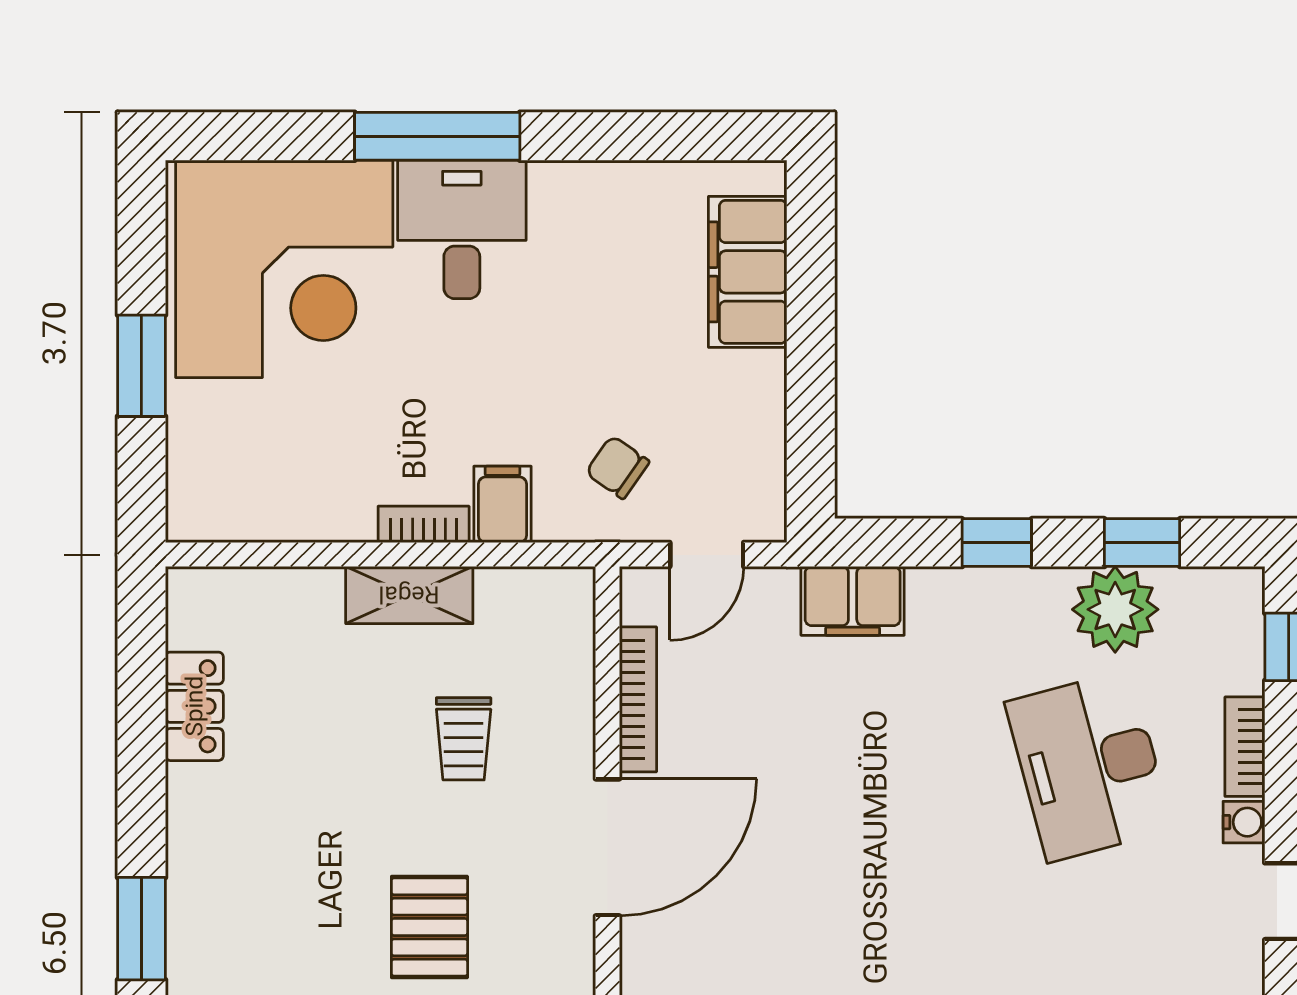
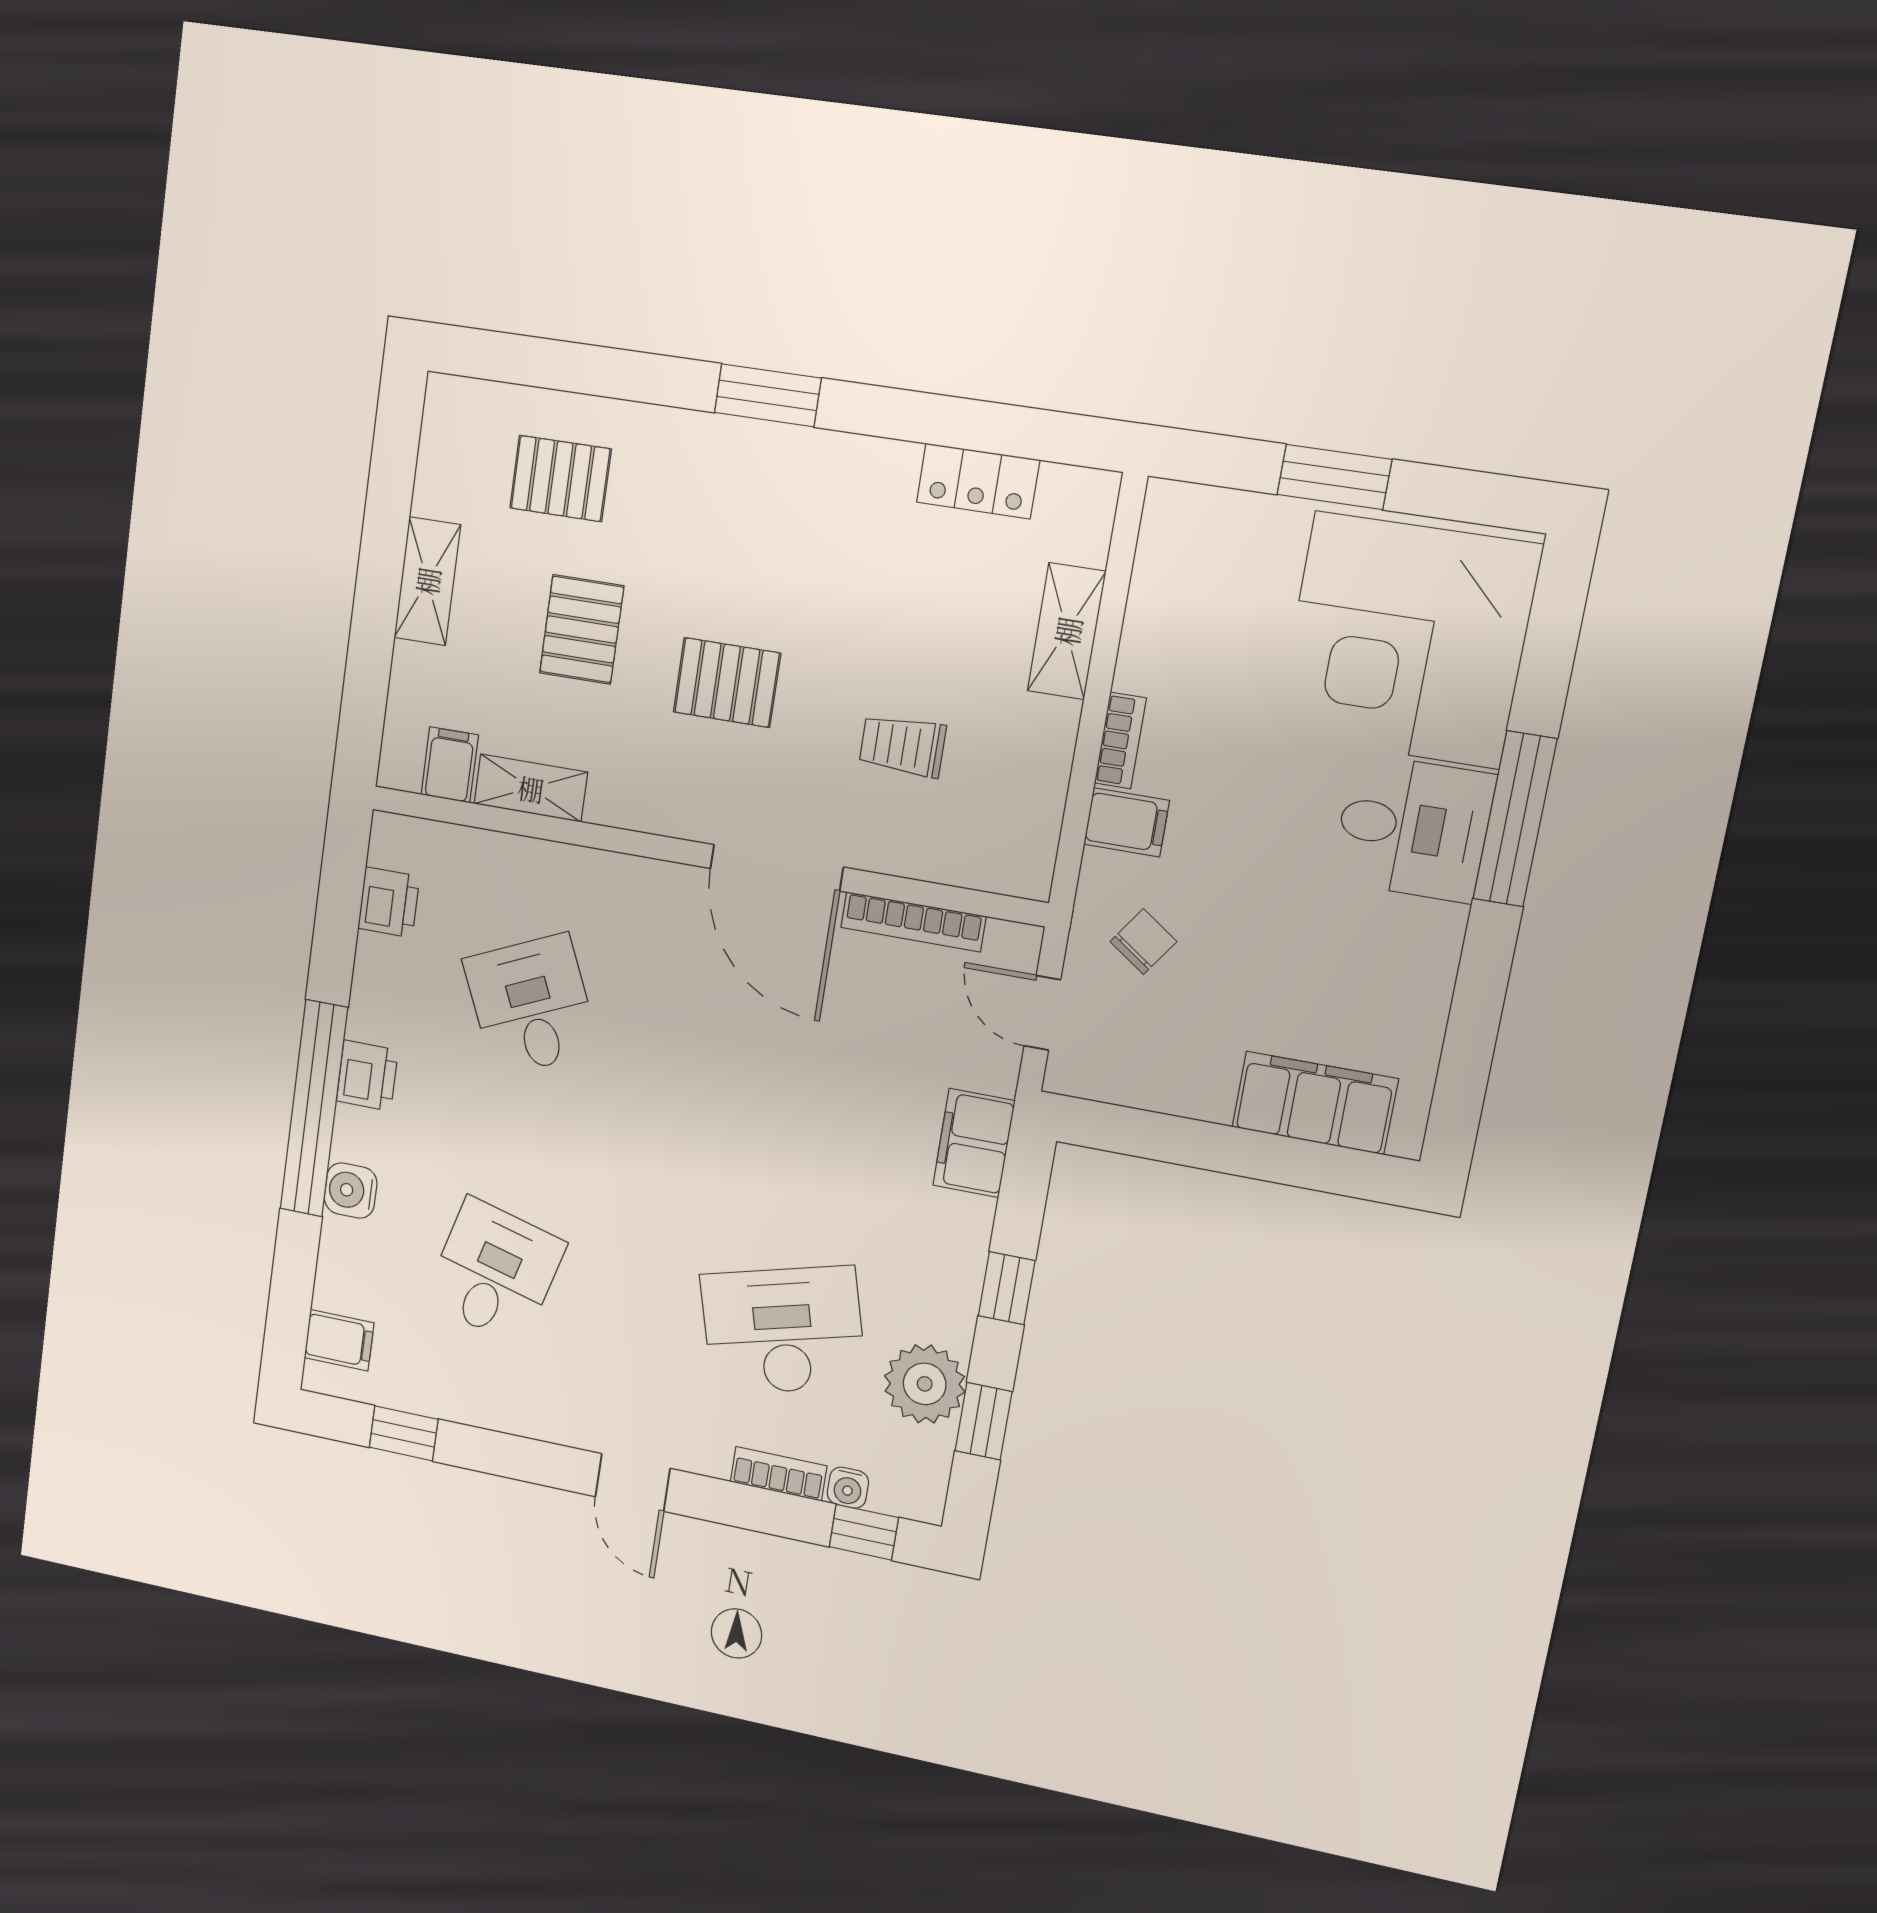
shelving: (409, 595) -> (1067, 631), moved
water cooler: (1244, 822) -> (848, 1488), moved

